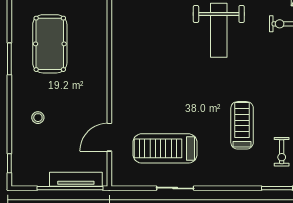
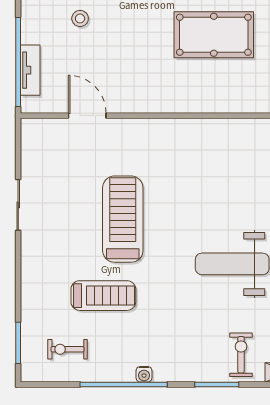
stool: (38, 118) -> (80, 18), moved
treadmill: (165, 148) -> (123, 219), moved
tv unit: (76, 179) -> (30, 70), width x0.71

